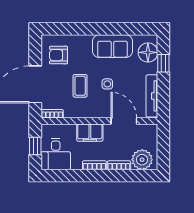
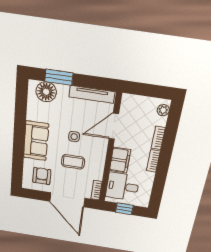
sofa: (112, 46) -> (36, 141), moved
armchair: (59, 55) -> (42, 176), turned 180
window: (163, 63) -> (59, 77), width x1.50
desk: (56, 154) -> (122, 187), moved, turned 180
plant: (142, 160) -> (163, 110), width x0.53, depth x0.53

